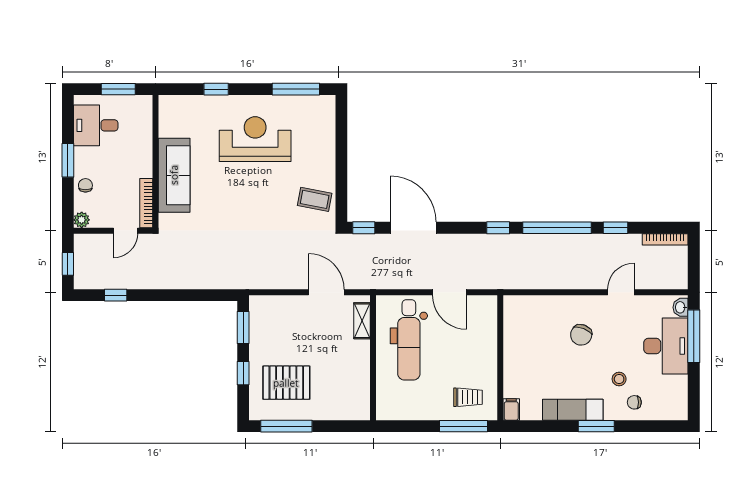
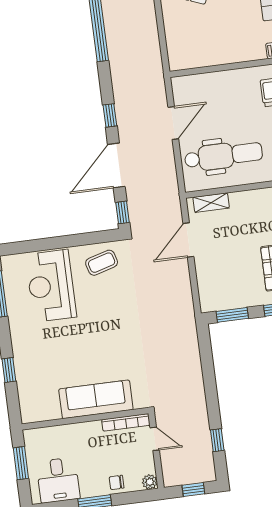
reception desk: (255, 139) -> (51, 286), moved
coffee table: (315, 199) -> (102, 263), turned 63
window: (498, 228) -> (110, 115), moved

